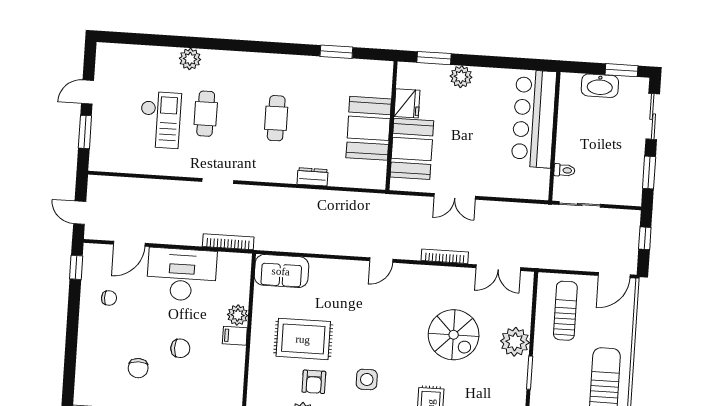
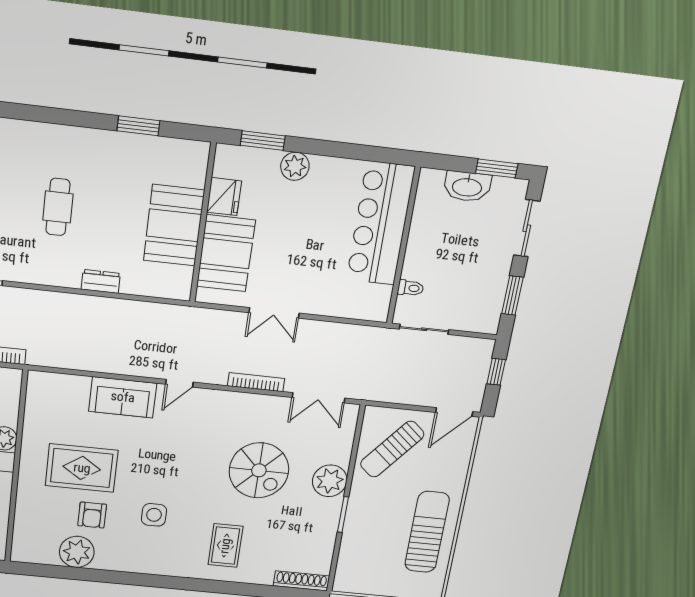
sofa: (281, 271) -> (123, 397), moved
sun lounger: (565, 311) -> (392, 449), turned -140

